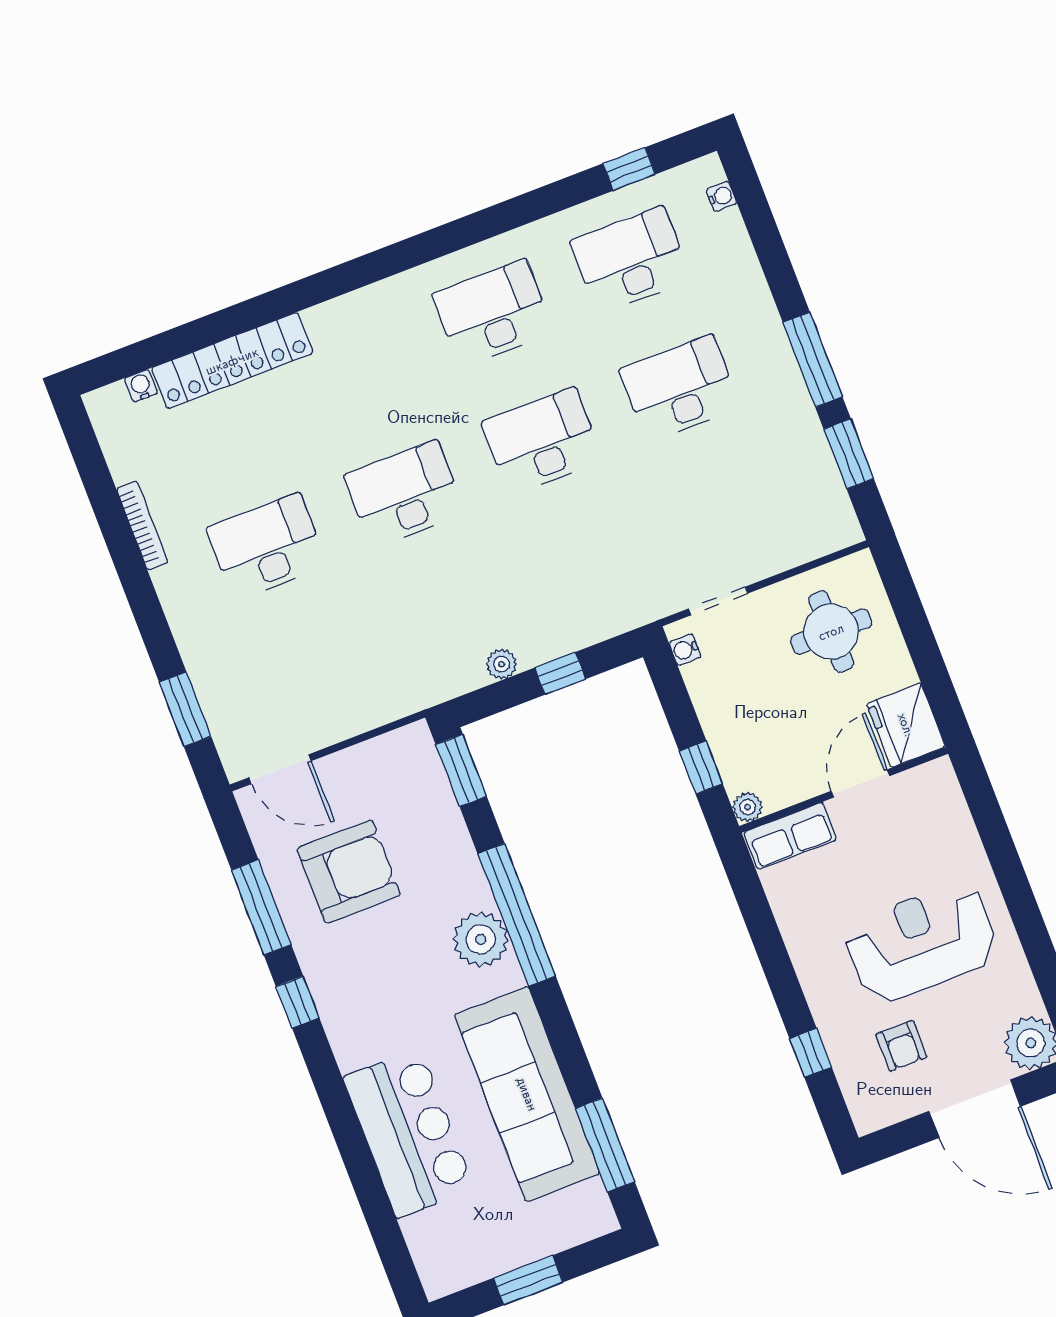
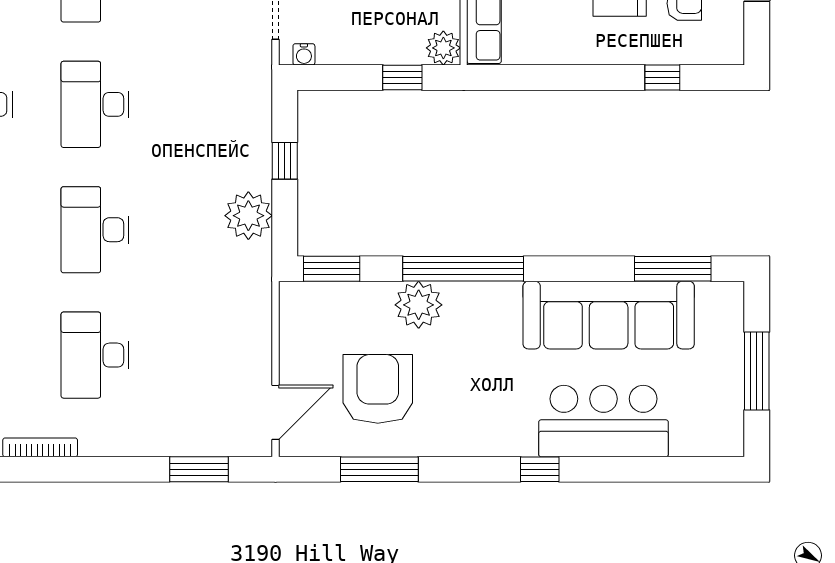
plant: (502, 664) -> (248, 216), width x1.87, depth x1.87
plant: (748, 807) -> (443, 48), width x1.38, depth x1.38
plant: (481, 939) -> (419, 305), moved
window: (298, 1002) -> (540, 469), moved
window: (528, 1280) -> (757, 371), width x1.44

